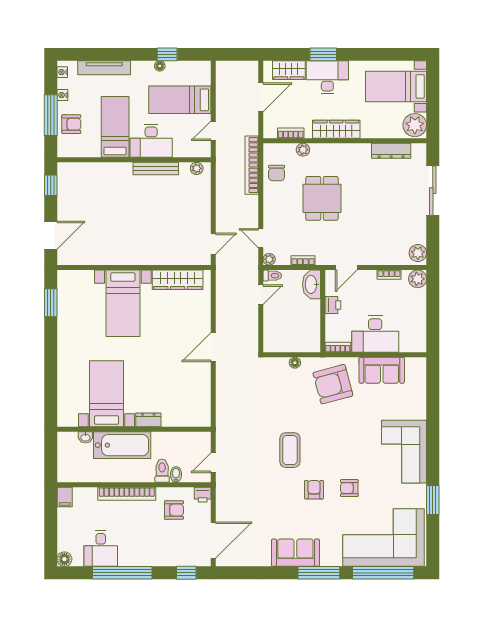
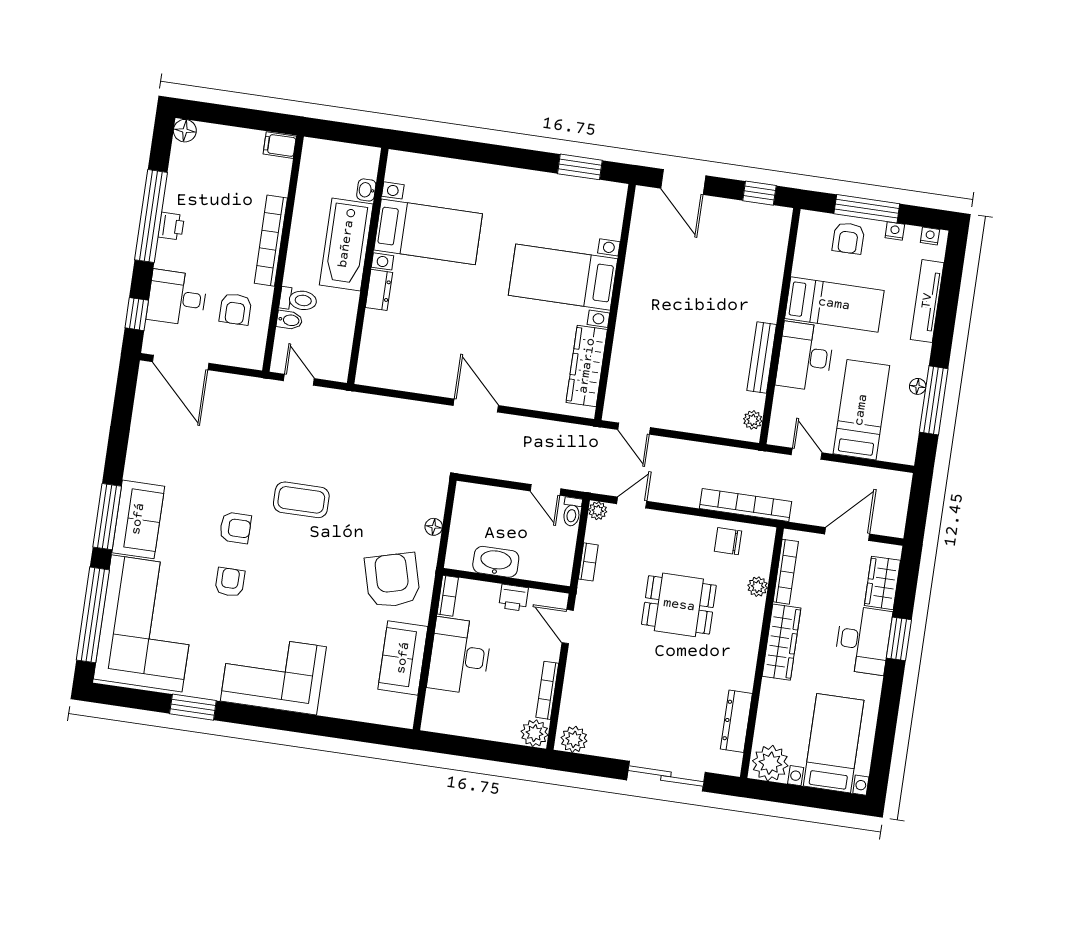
window: (167, 54) -> (934, 400), width x2.17
door: (261, 97) -> (847, 534), swing flipped
bookcase: (291, 133) -> (786, 572), width x1.56
bookcase: (389, 275) -> (547, 690), width x1.56
washbasin: (311, 284) -> (496, 562), moved
printer: (203, 495) -> (171, 226), moved, turned 180
desk: (101, 549) -> (177, 298), moved
sofa: (295, 553) -> (138, 519), moved

